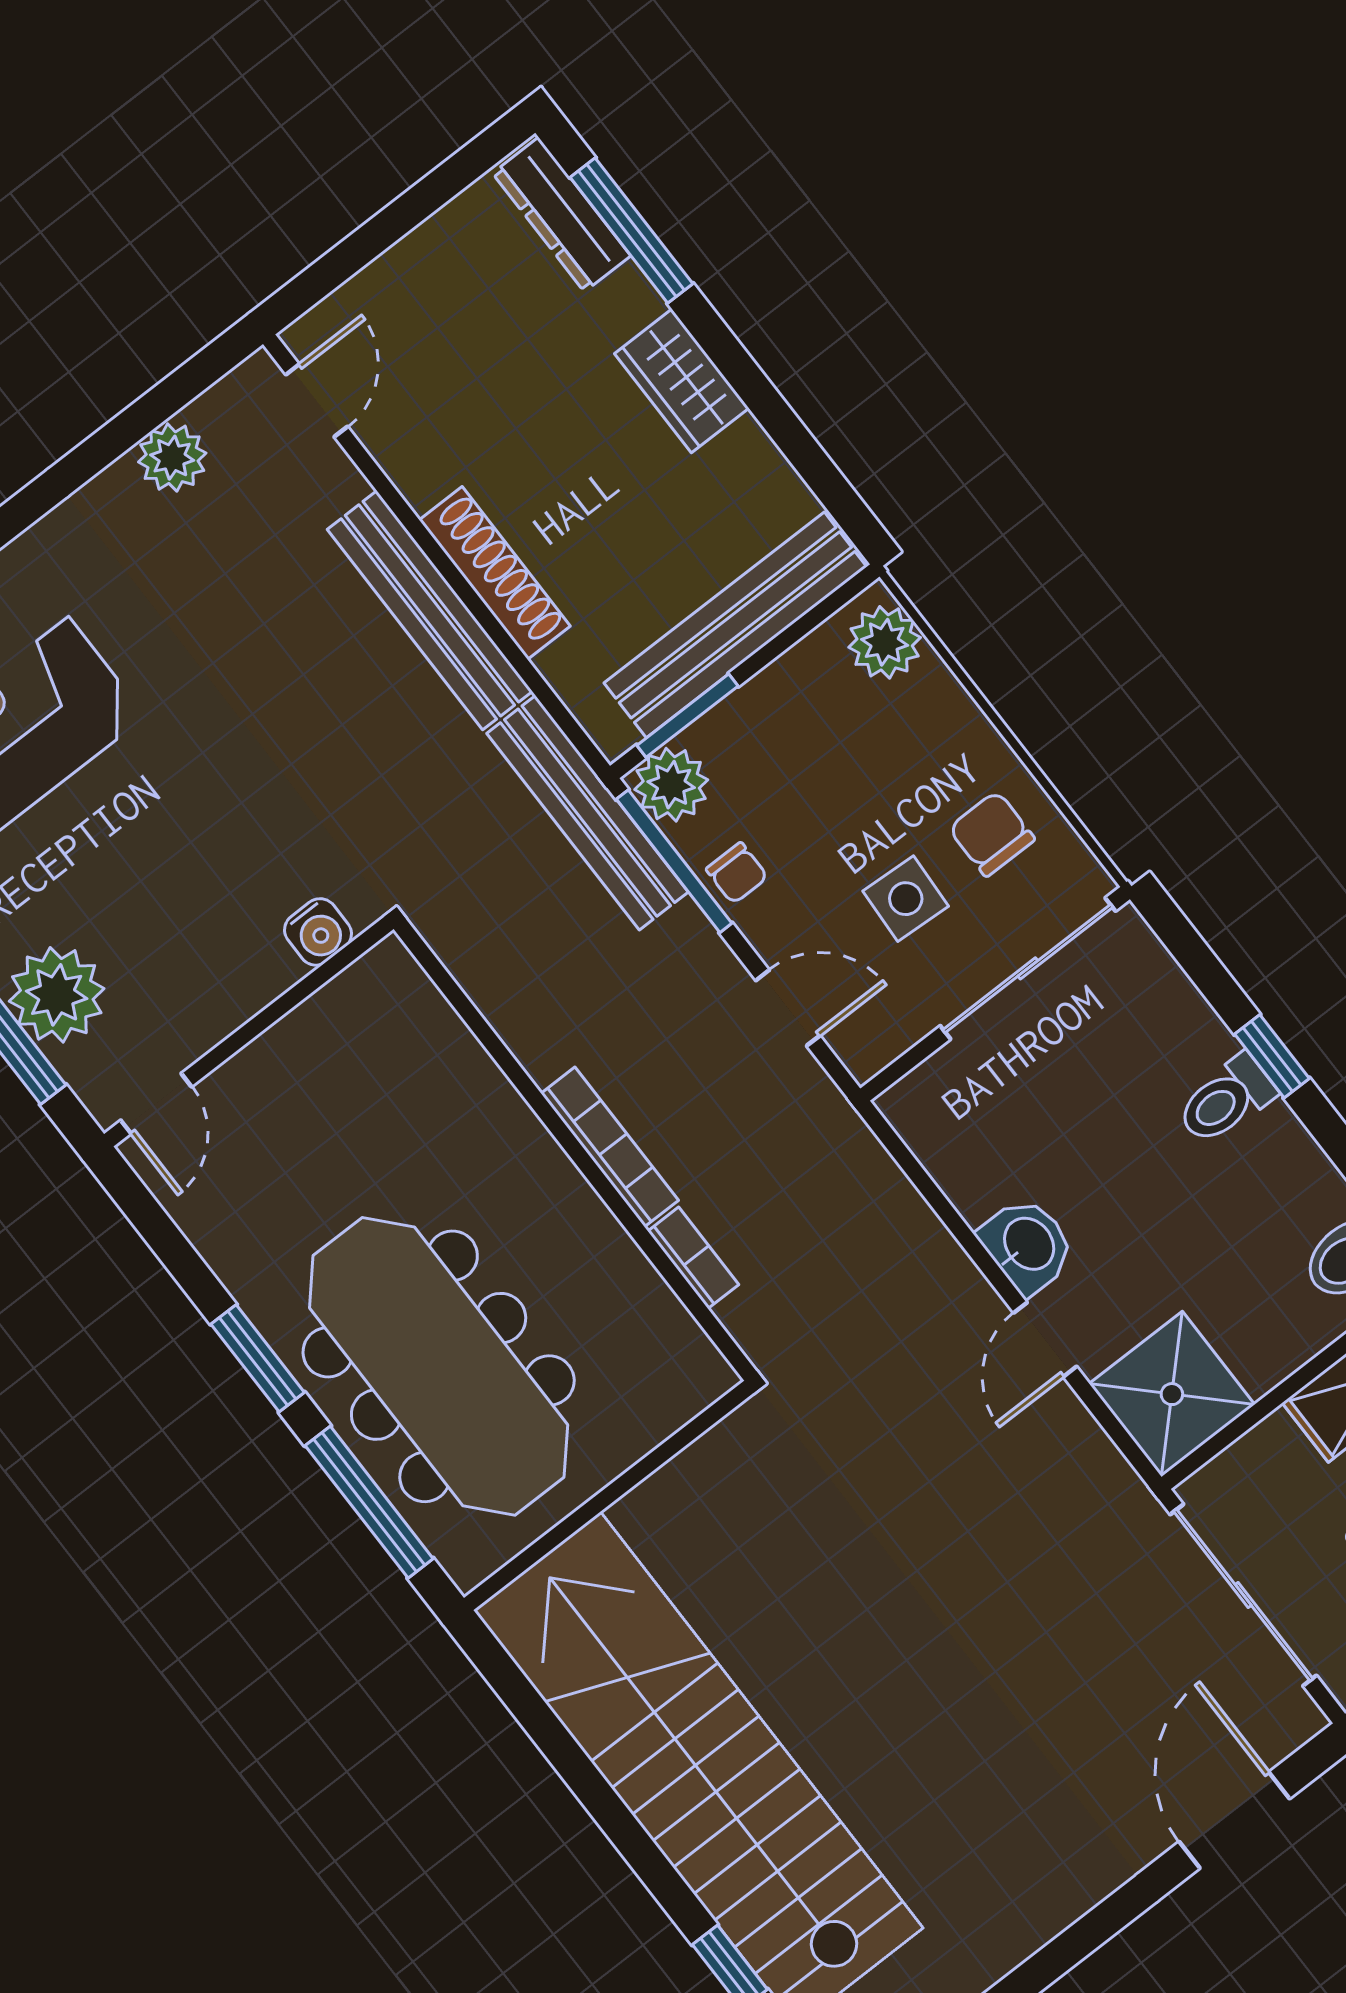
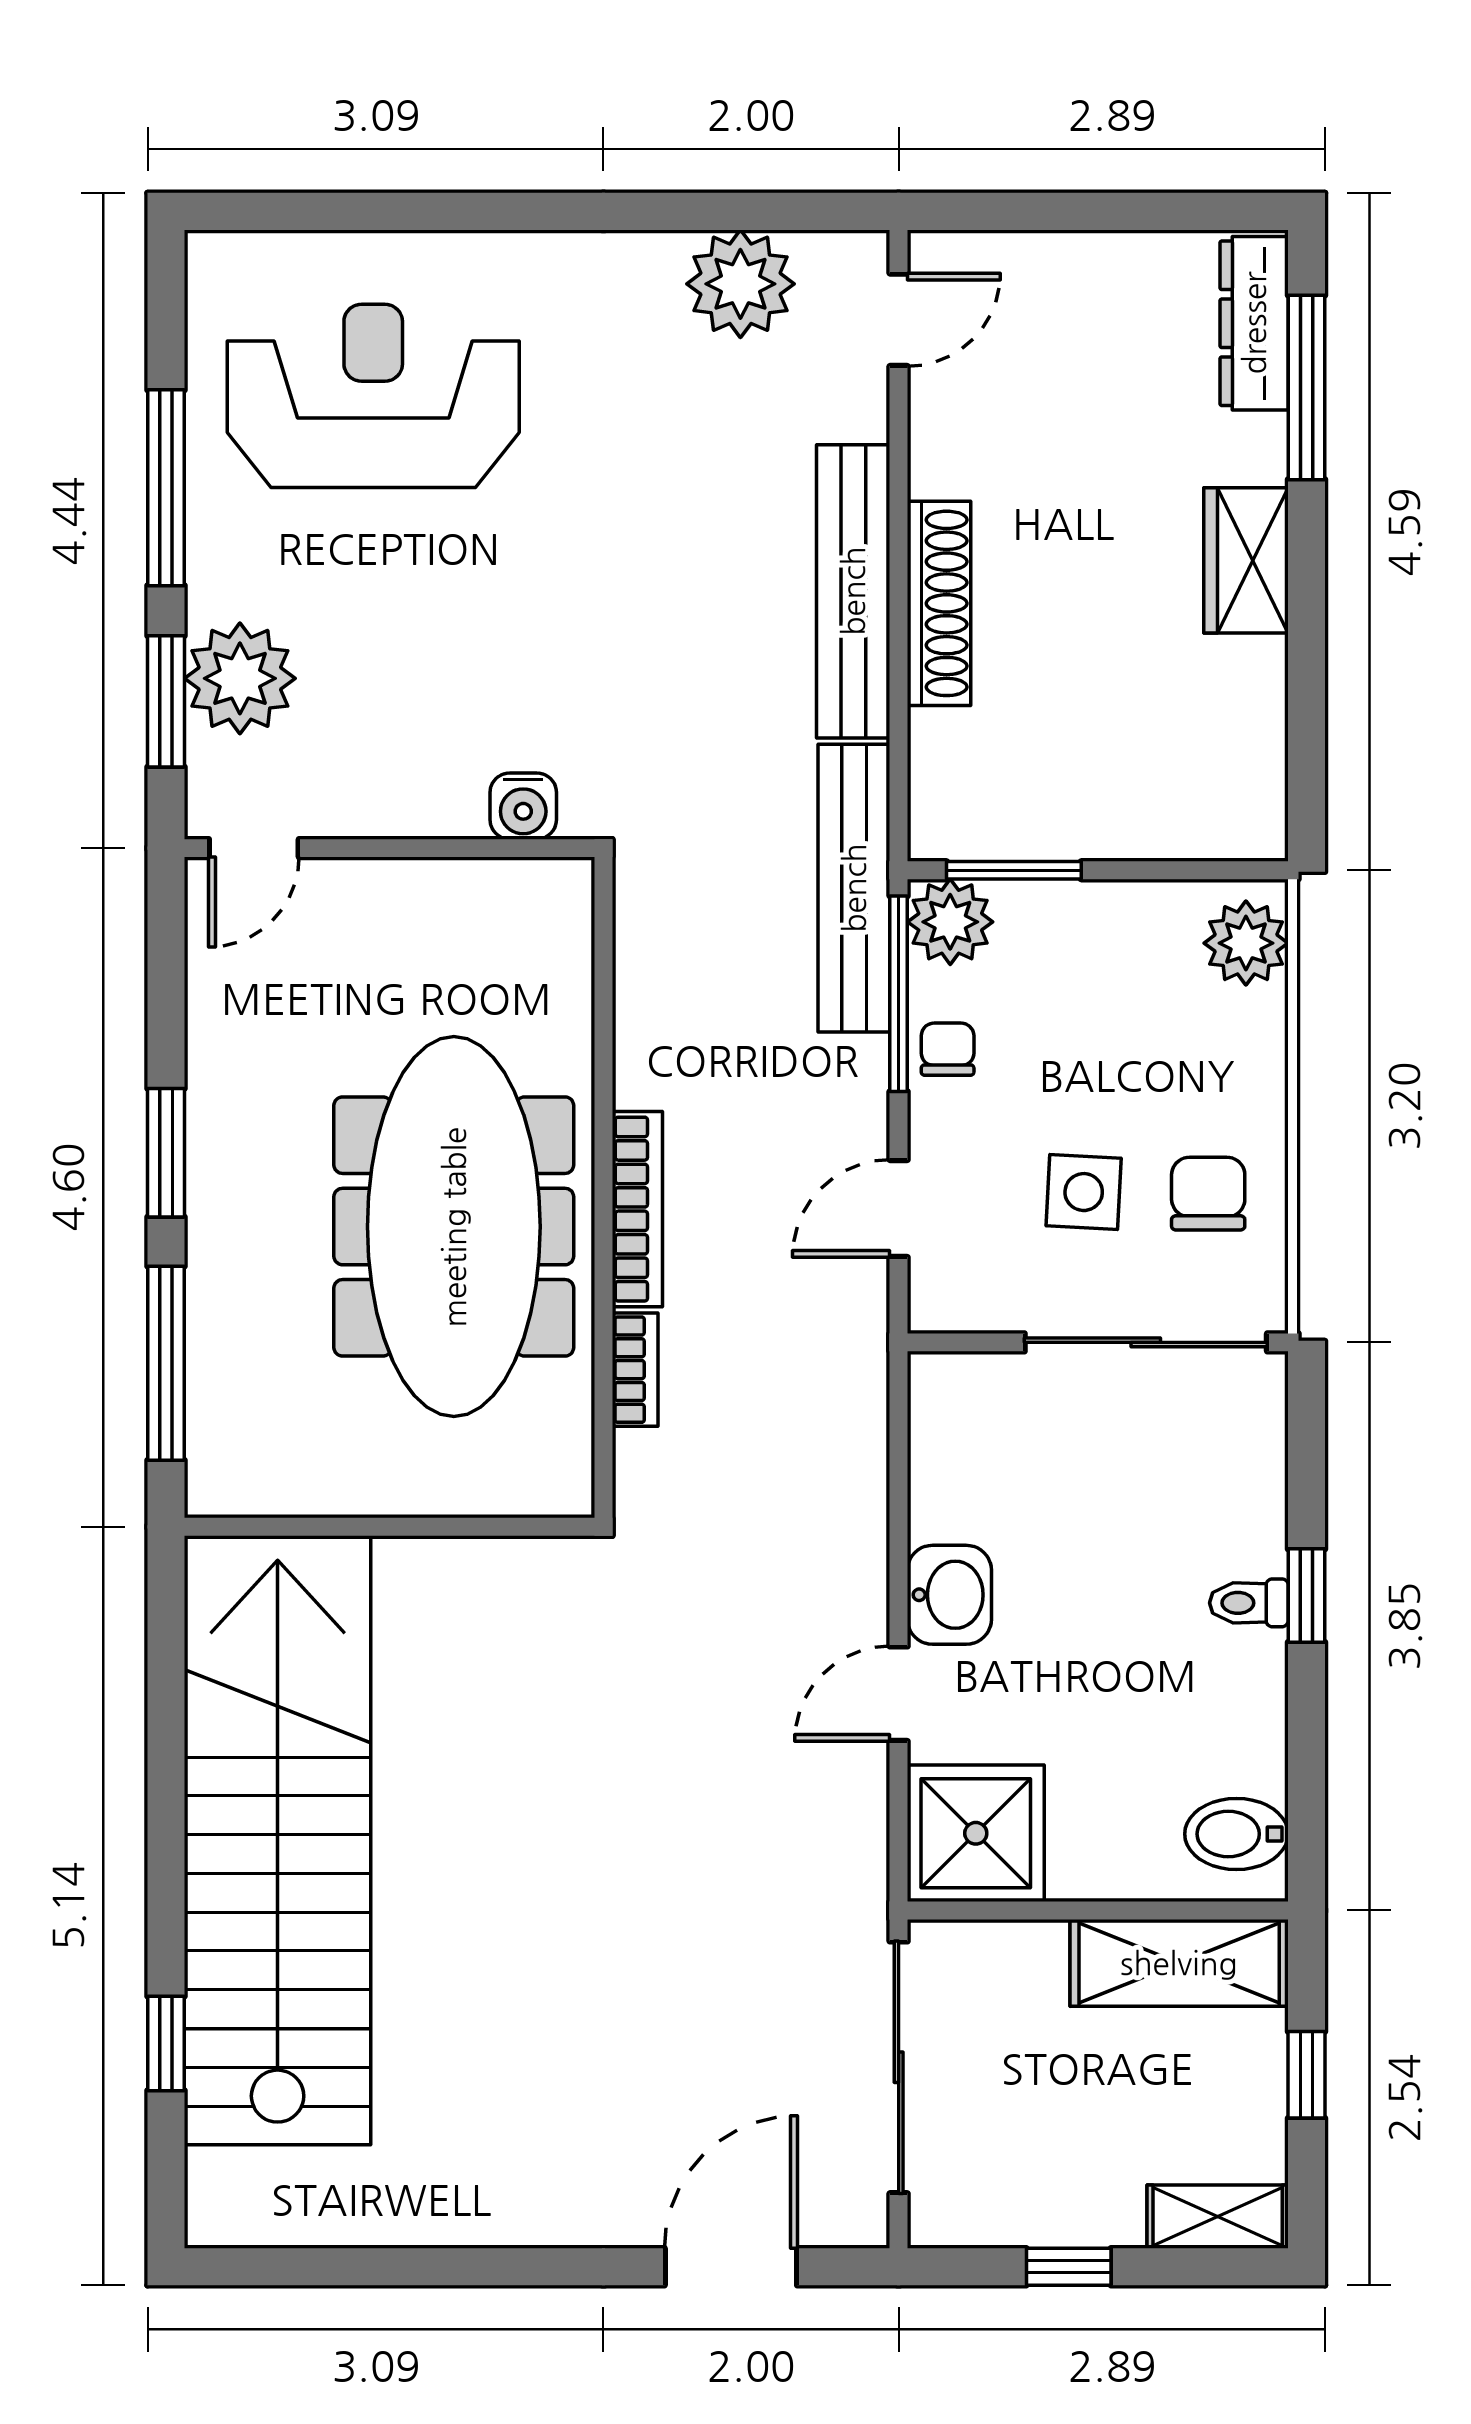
plant: (172, 458) -> (740, 284), width x1.36, depth x1.36
bench: (735, 625) -> (1122, 821), removed
chair: (737, 873) -> (948, 1049), turned 180
door: (788, 1008) -> (899, 1208), swing flipped
toilet: (1226, 1100) -> (1249, 1603), width x0.73, depth x0.72
meeting table: (439, 1366) -> (454, 1227), moved

